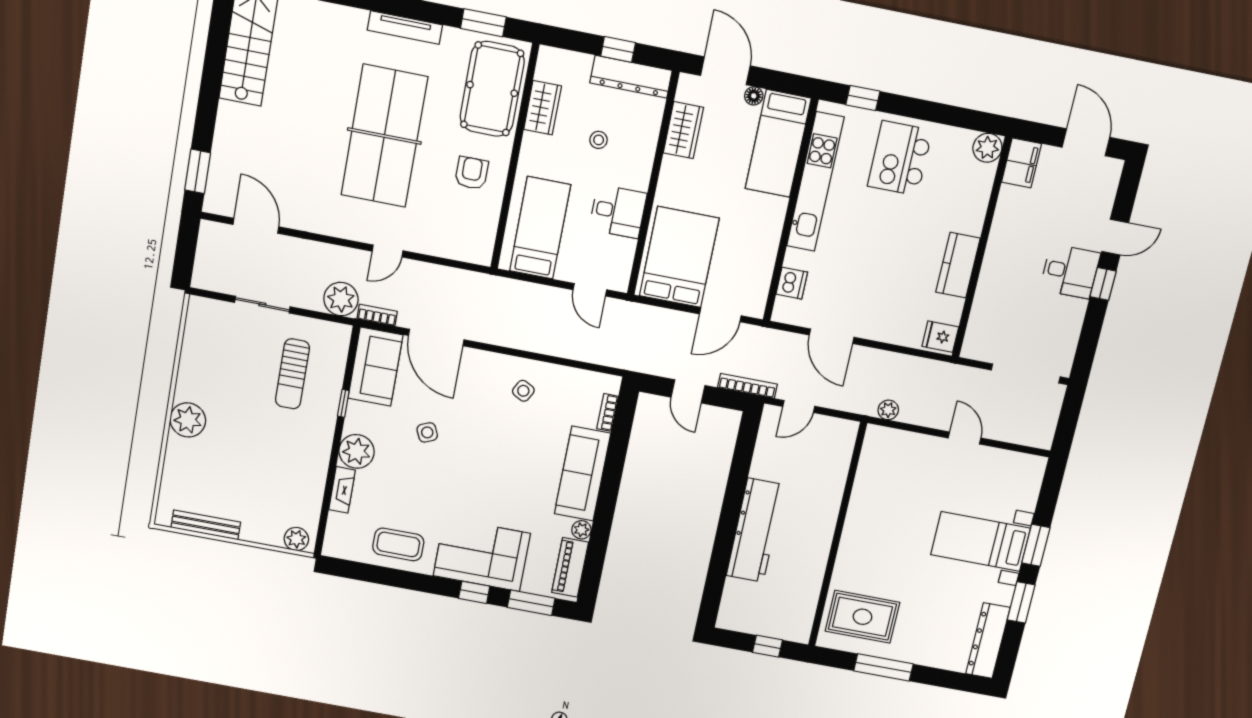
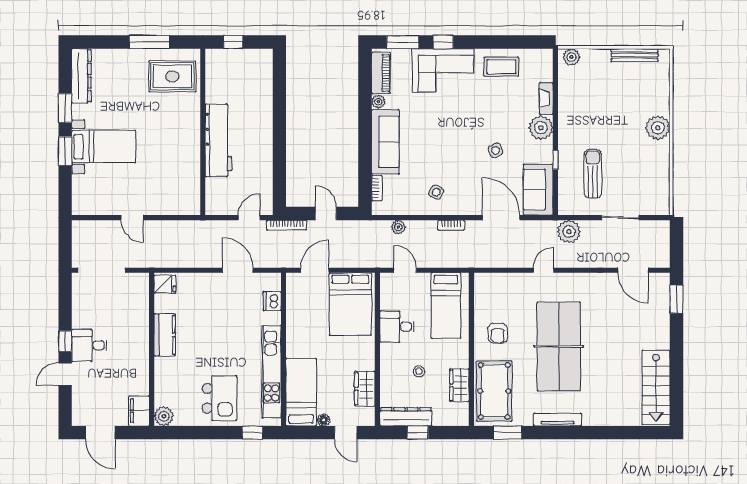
door: (725, 71) -> (346, 433), width x0.73
bookcase: (377, 315) -> (451, 225), moved
plant: (888, 410) -> (398, 227), moved
workbench: (755, 530) -> (218, 140), moved, turned 180

